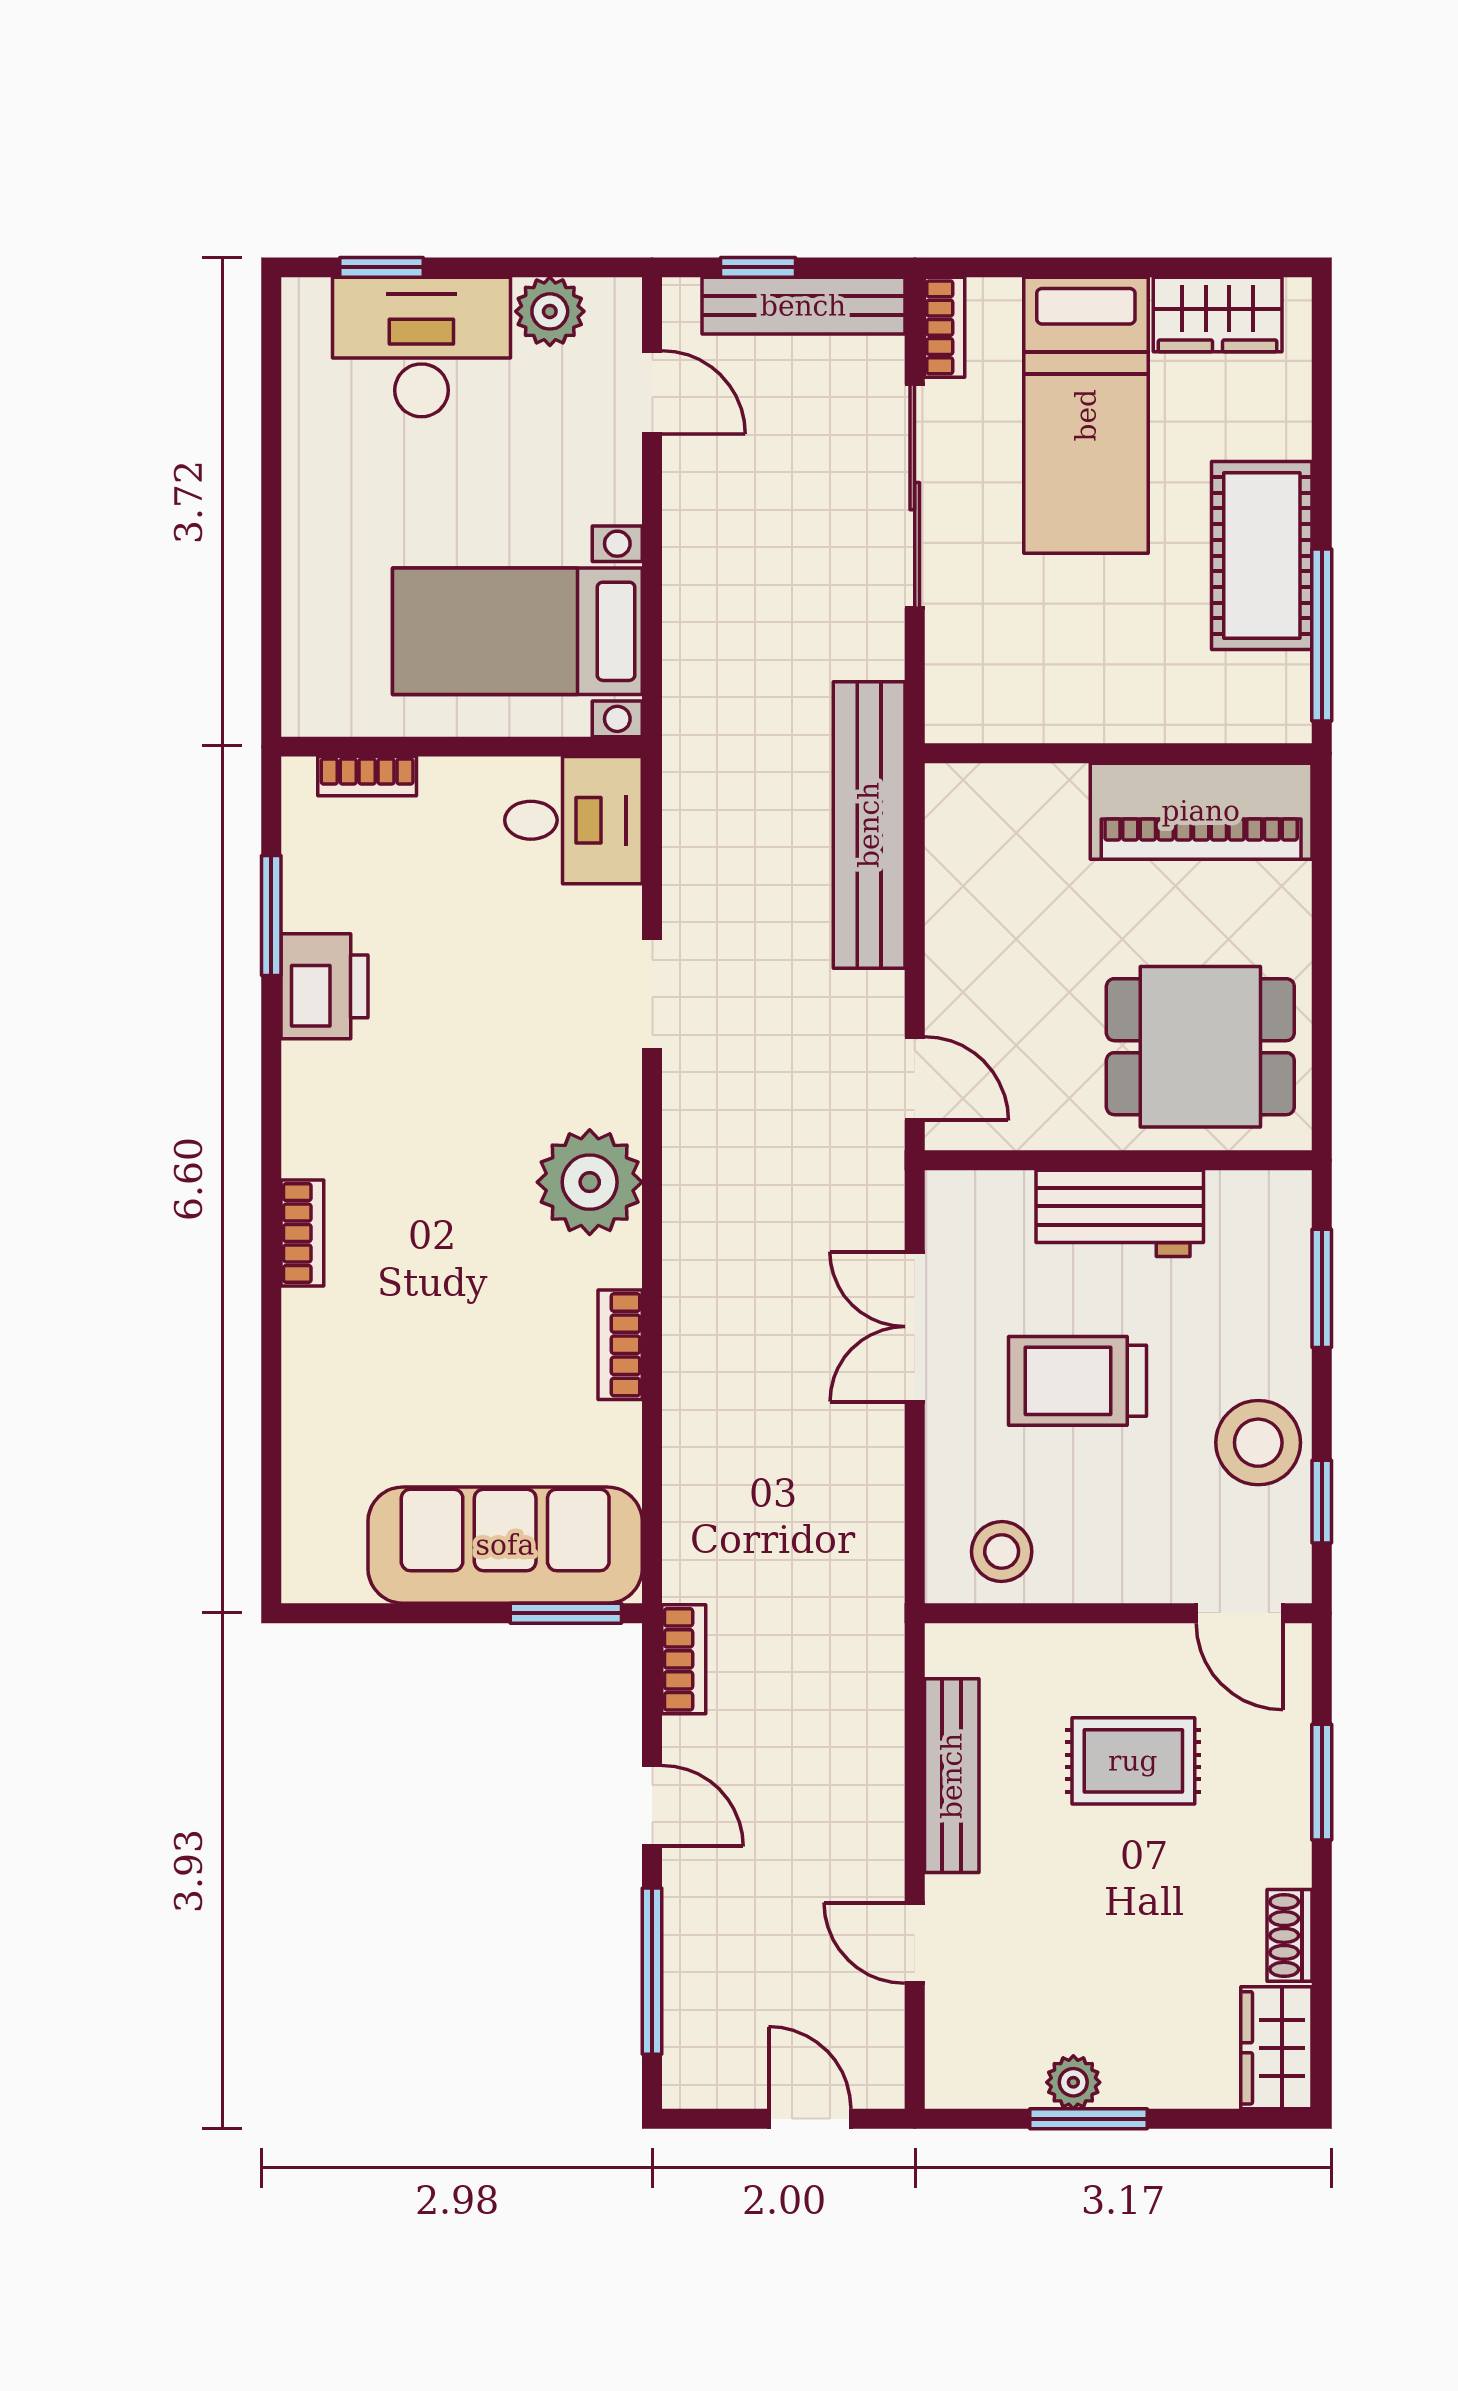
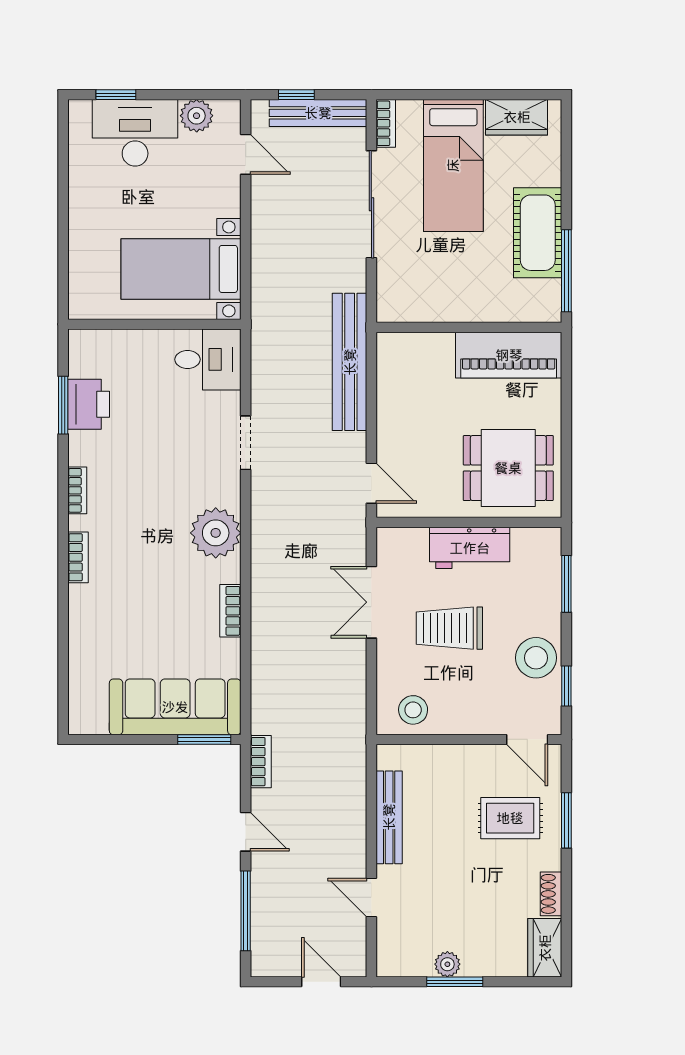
bookcase: (367, 776) -> (77, 490), moved, turned -90
printer: (325, 986) -> (89, 404), moved
rug: (1133, 1761) -> (510, 818), moved

